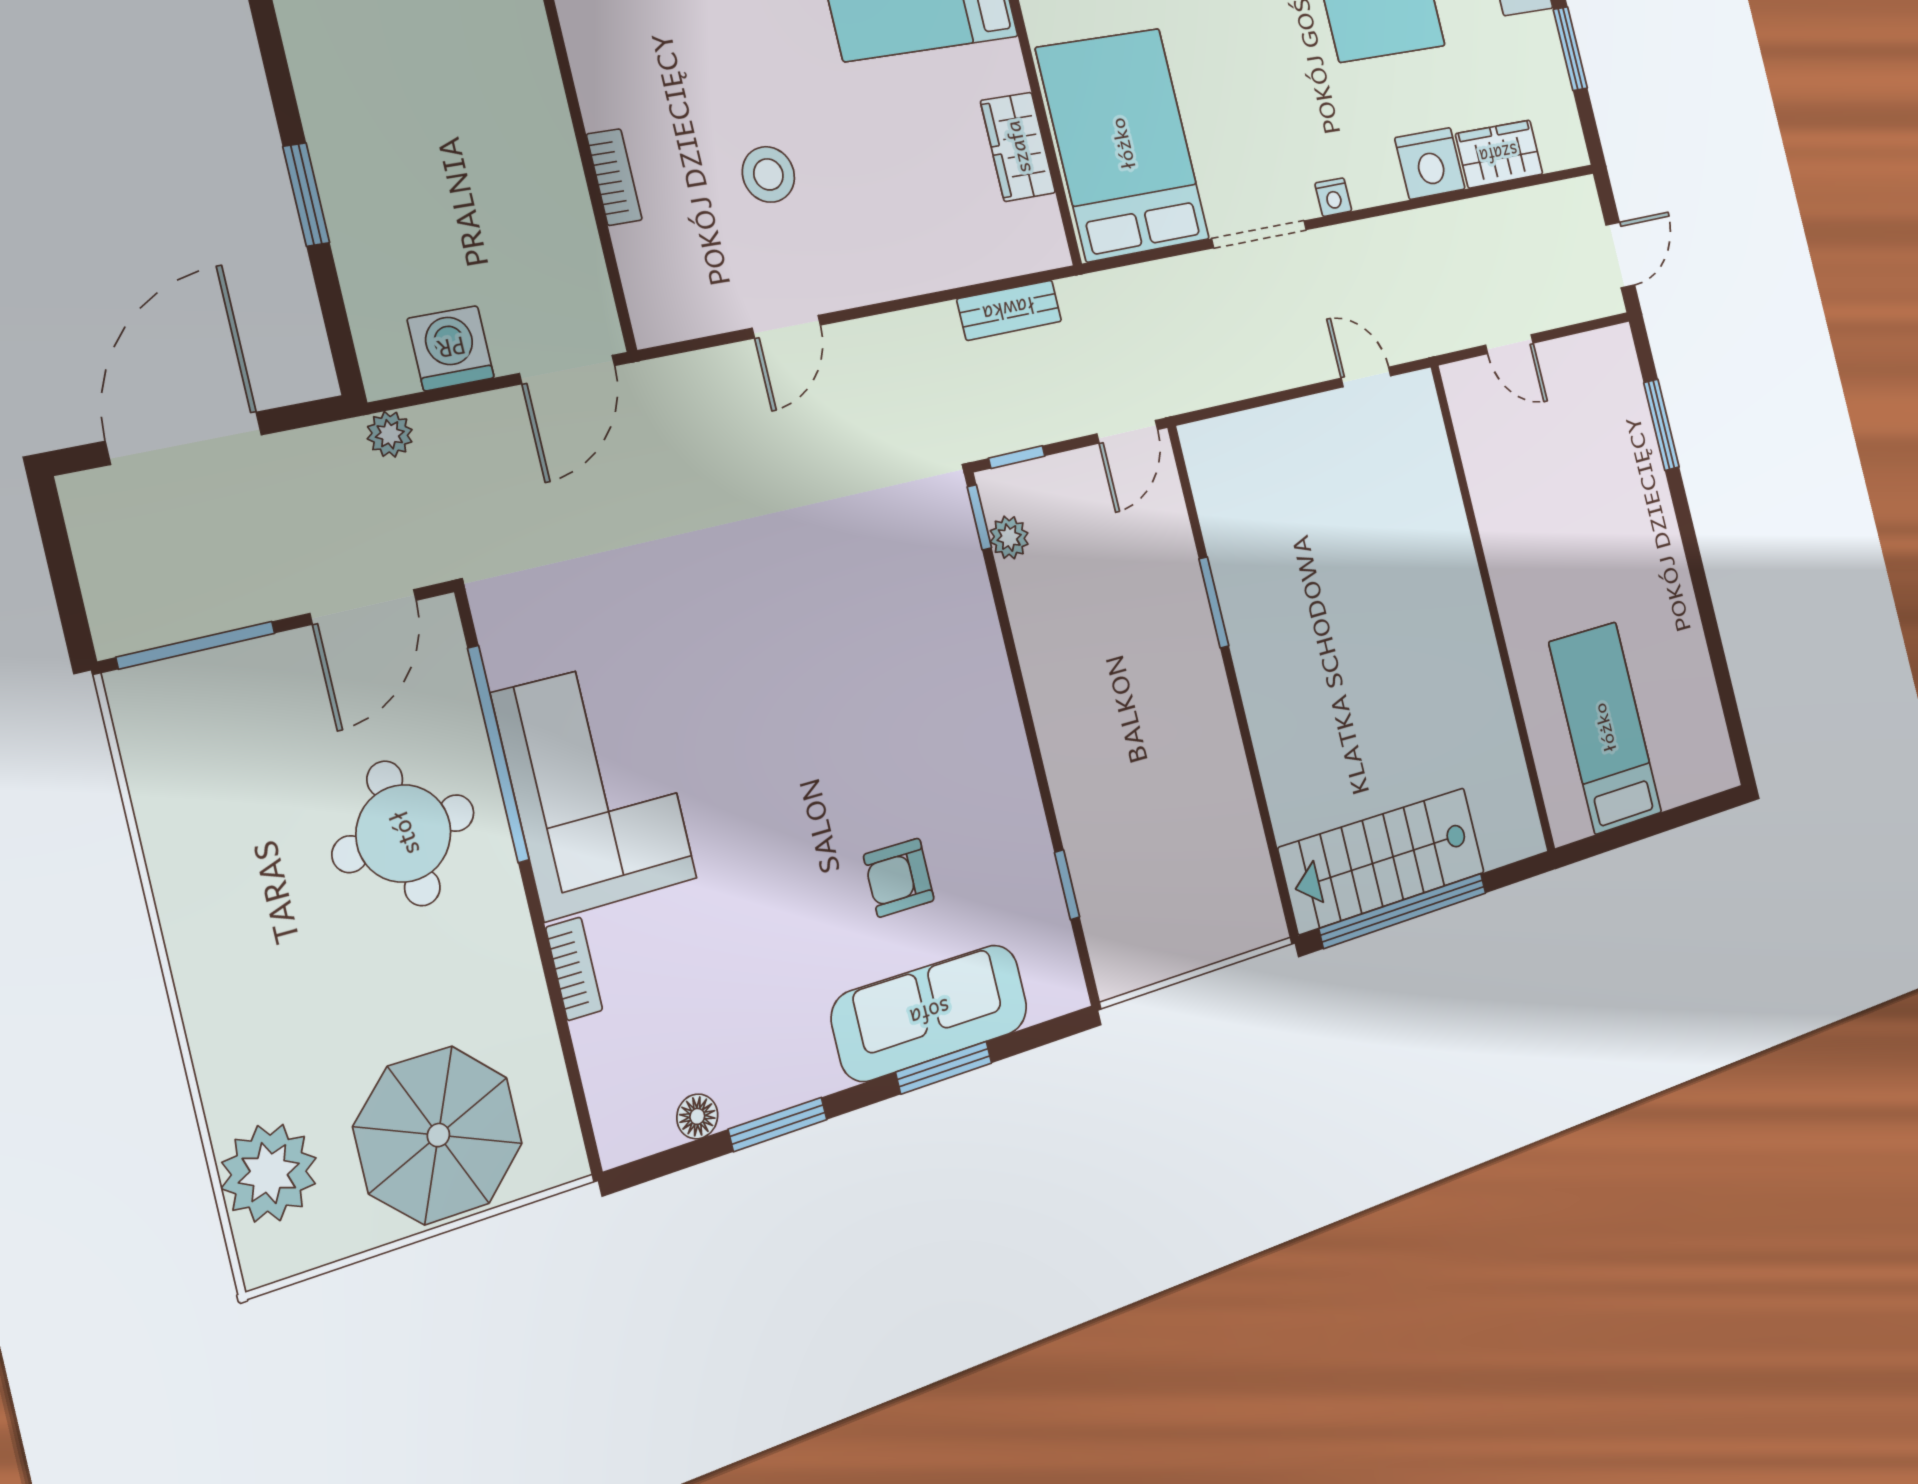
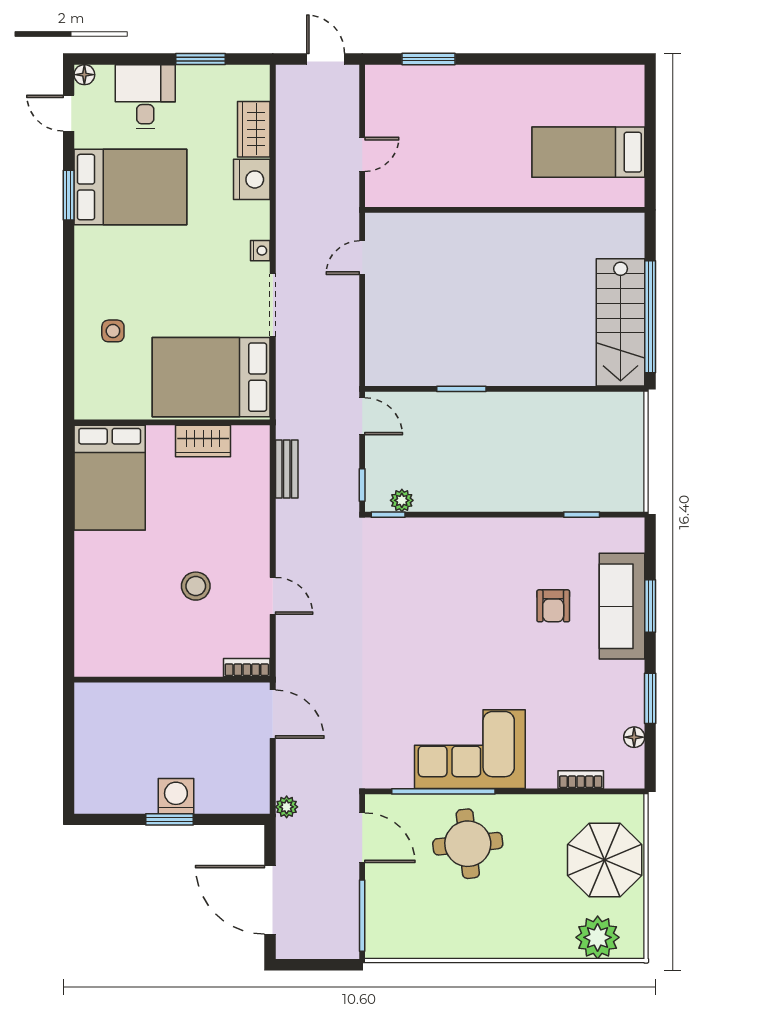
bookcase: (614, 177) -> (247, 668), moved
washing machine: (451, 348) -> (176, 796), moved, turned 90
bookcase: (574, 969) -> (581, 780), moved

